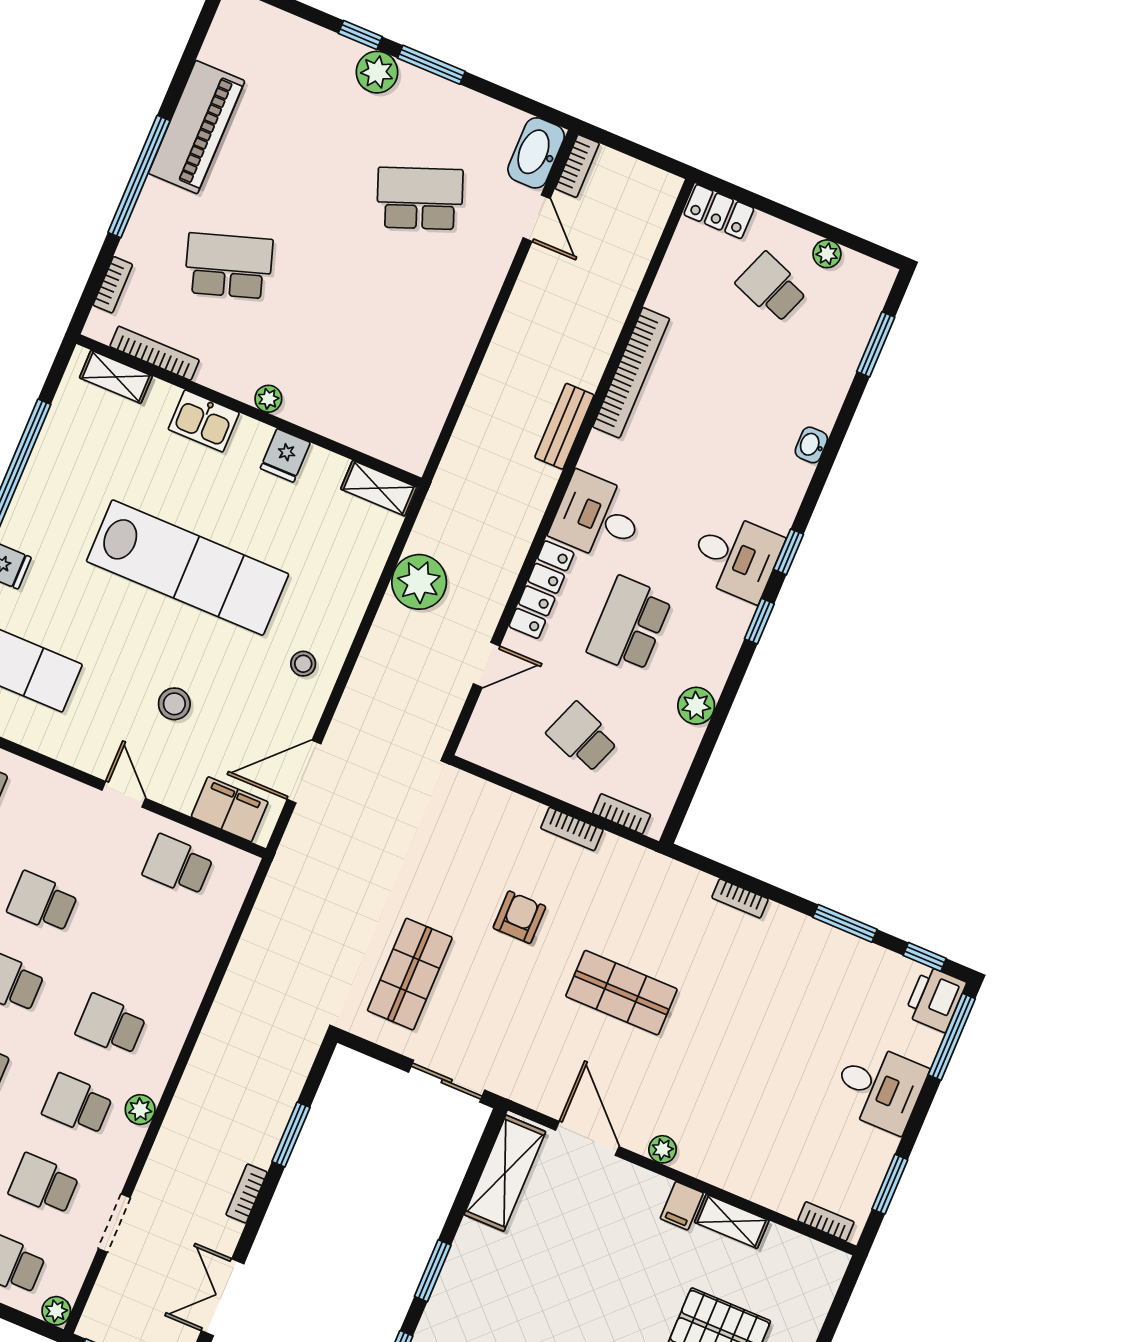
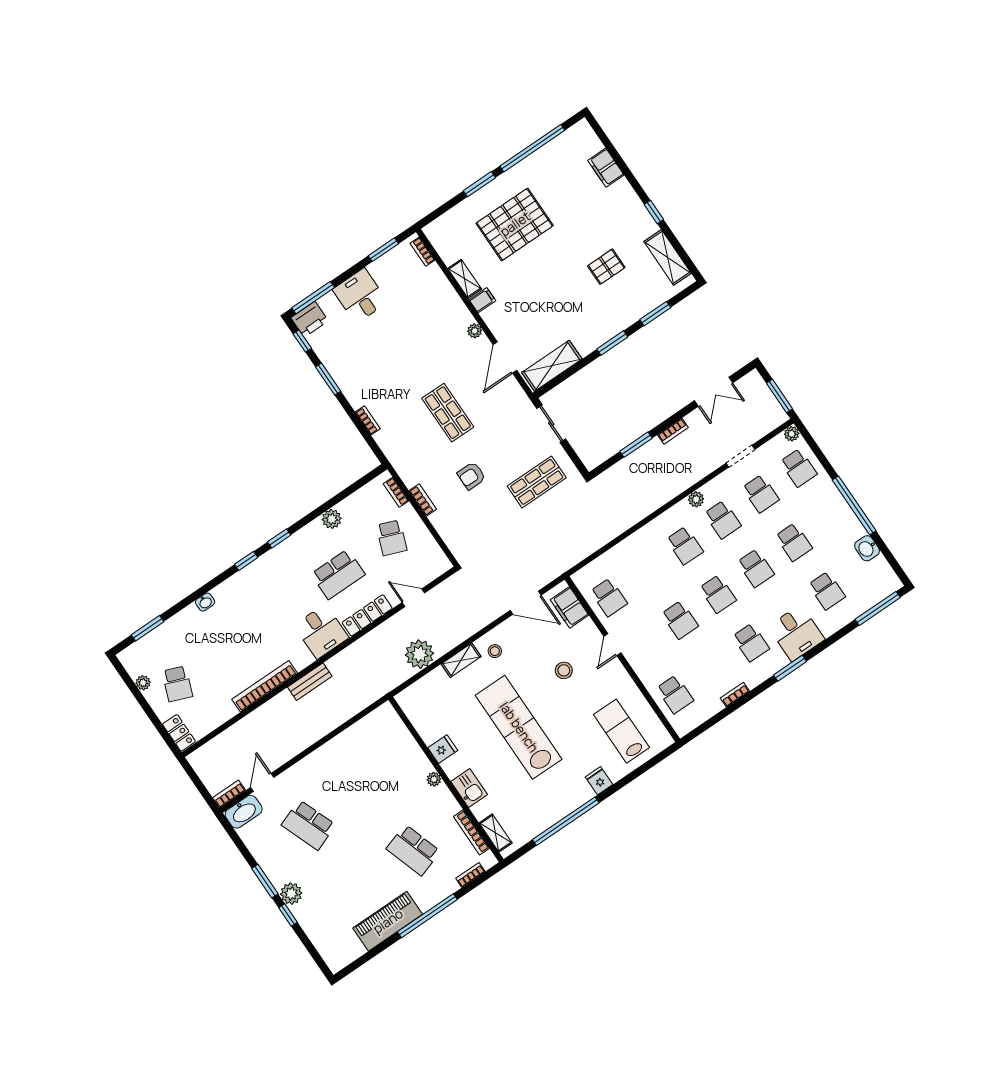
shelving: (379, 488) -> (461, 660), moved, turned 90
desk: (736, 557) -> (271, 574), removed

